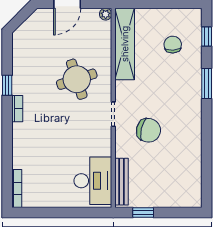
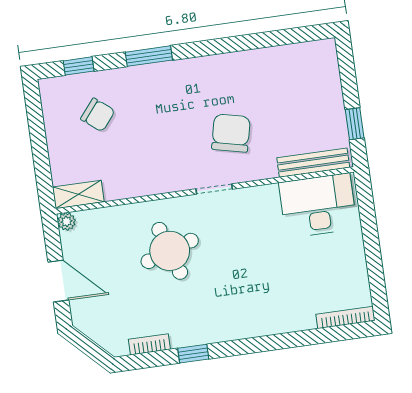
shelving: (125, 44) -> (78, 194), width x0.45, depth x0.75
chair: (173, 45) -> (98, 115), turned -138
bookcase: (17, 109) -> (149, 344), moved

